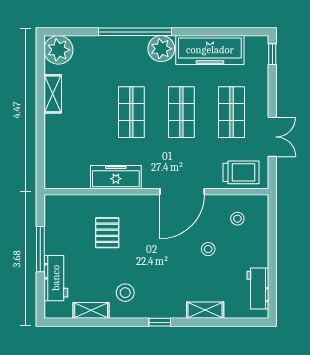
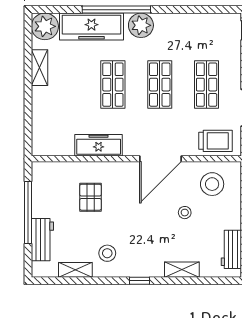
freezer: (210, 50) -> (91, 27), moved
stool: (237, 219) -> (212, 184), width x1.89, depth x1.89
window: (40, 249) -> (28, 213), width x1.46

